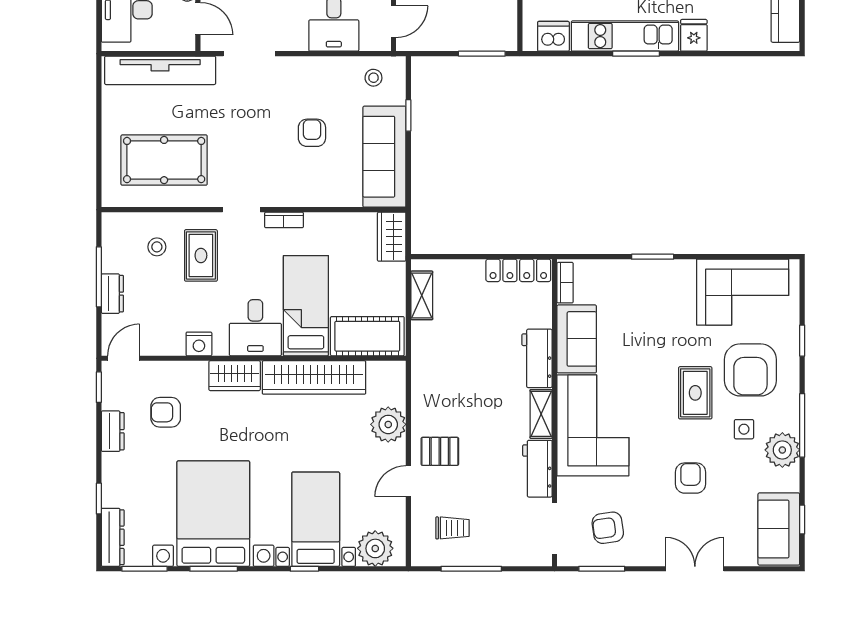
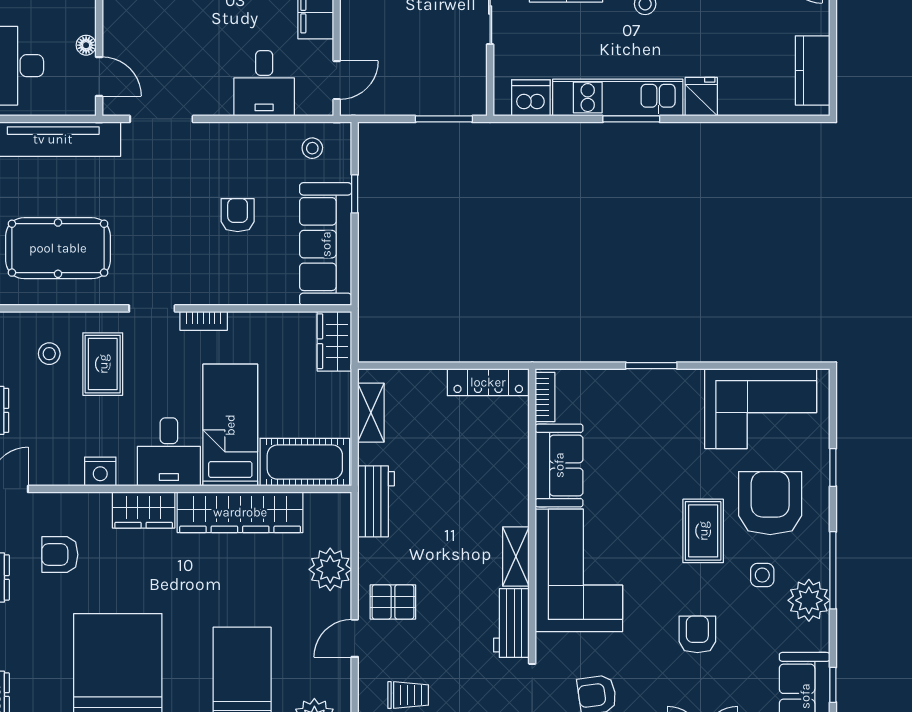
workbench: (537, 358) -> (376, 501), moved, turned 180
armchair: (750, 370) -> (770, 503), turned 180

